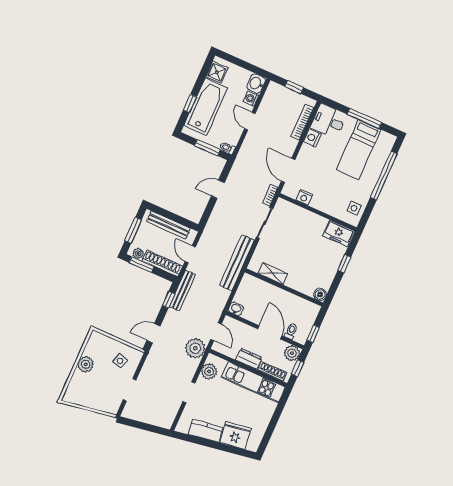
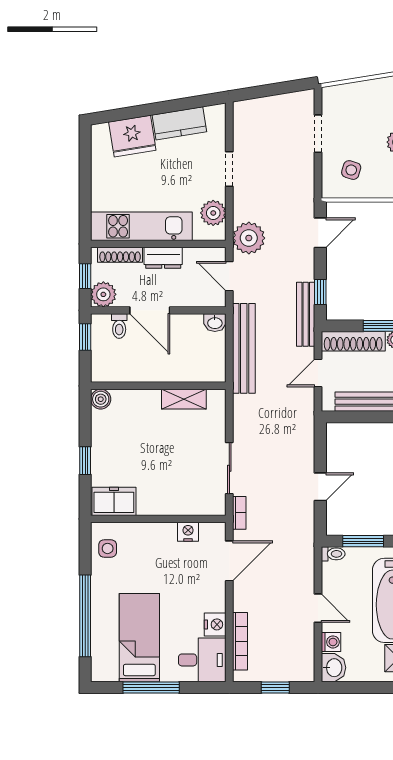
door: (288, 170) -> (229, 561), hinge flipped
door: (190, 254) -> (318, 373), swing flipped
bench: (237, 263) -> (244, 348), moved

